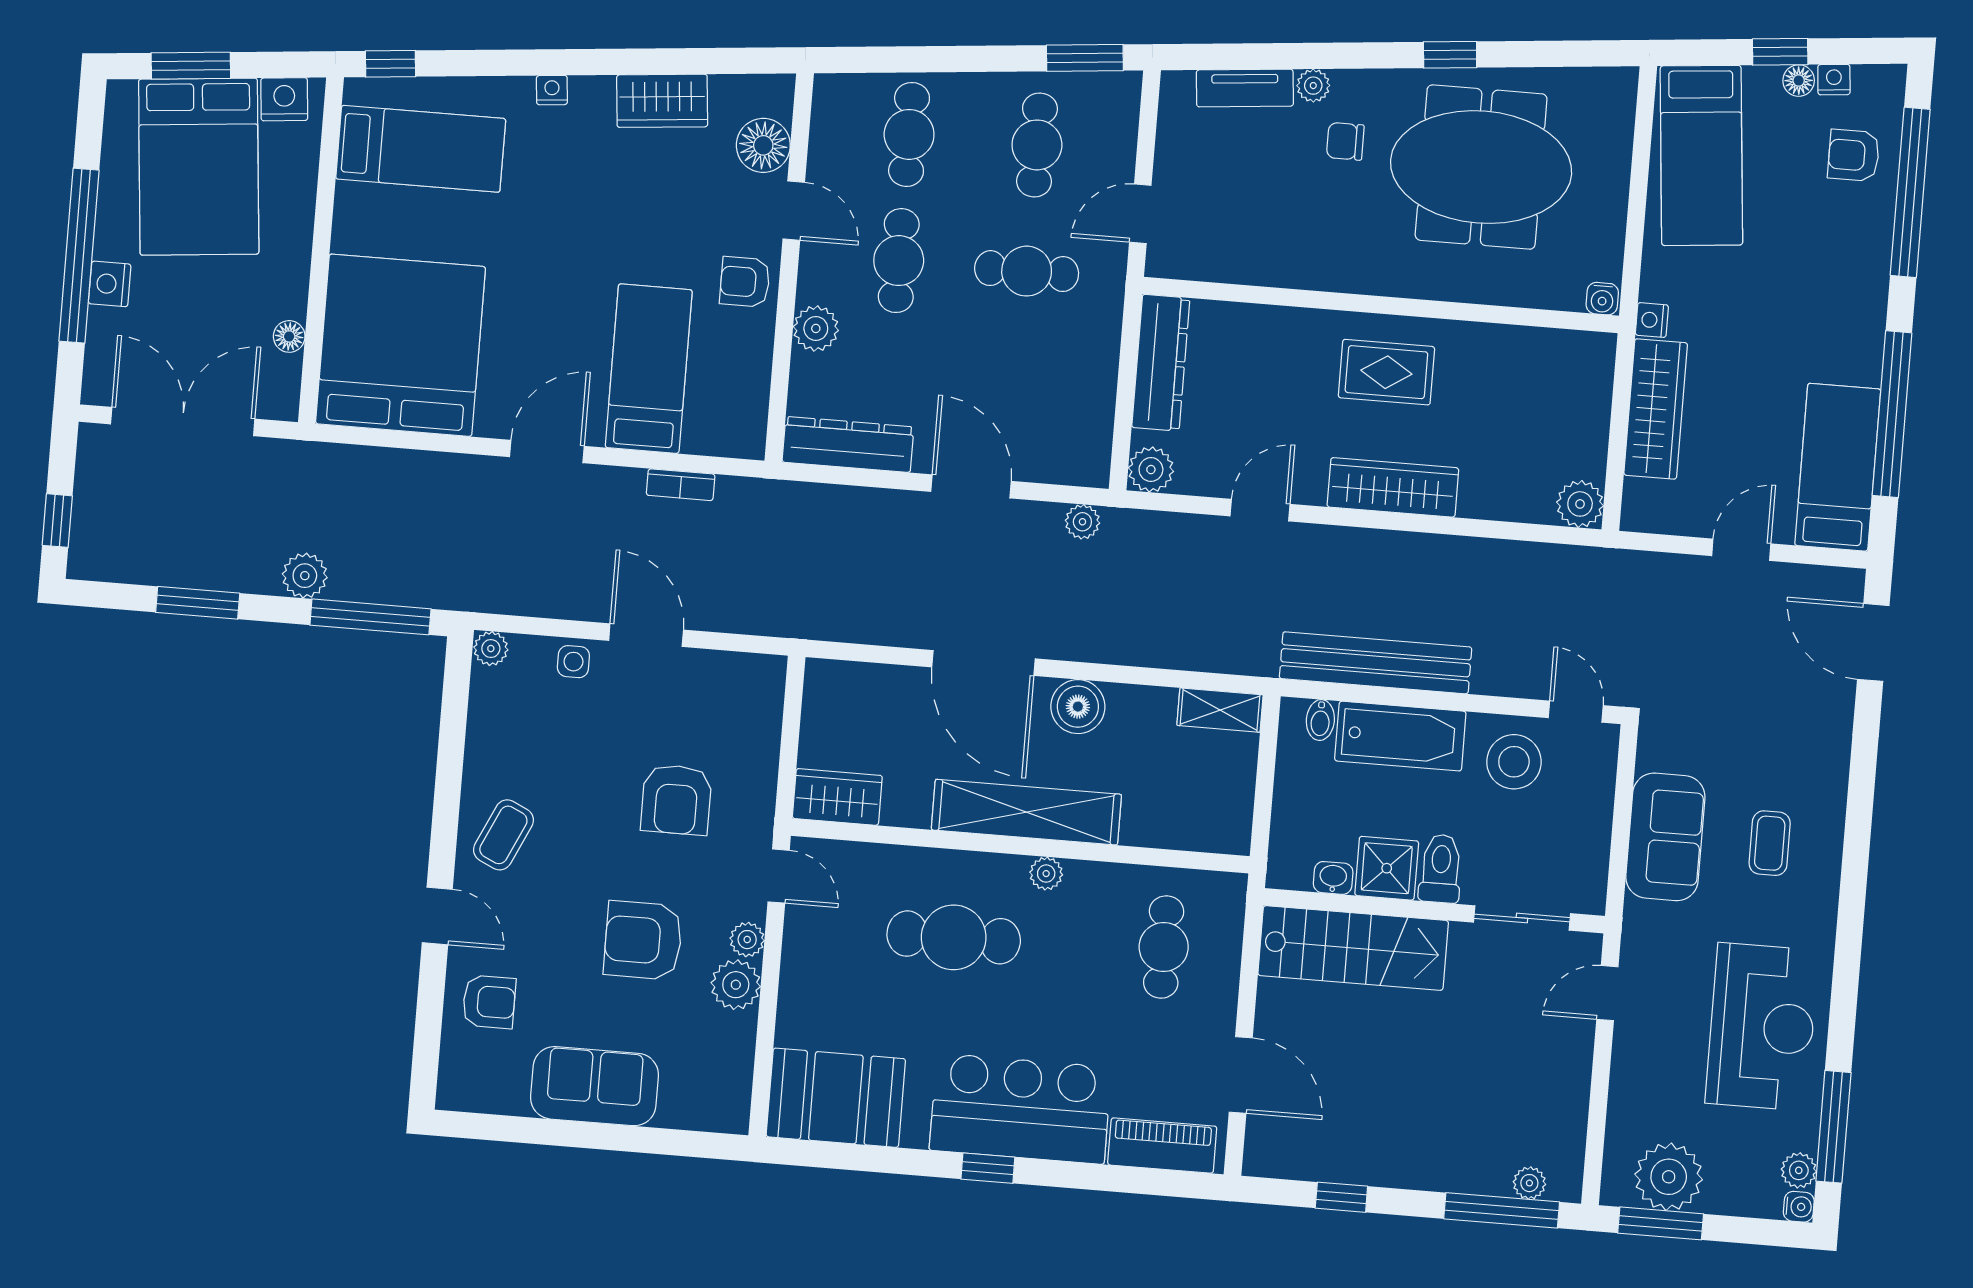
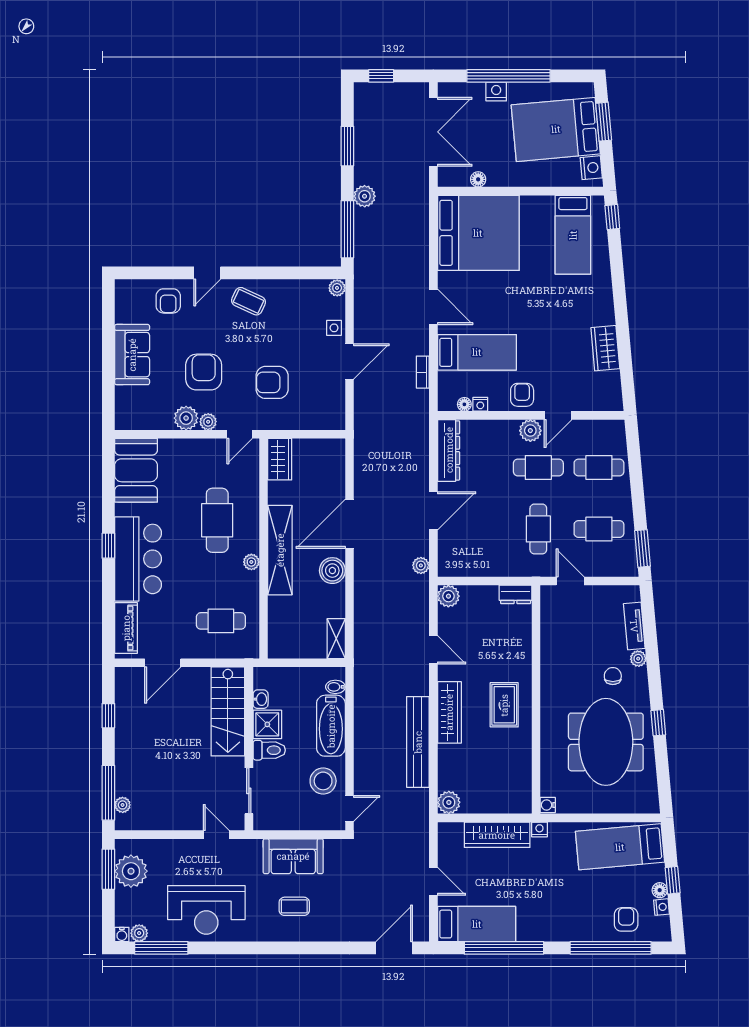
nightstand: (552, 90) -> (480, 404), moved, turned 95
floor lamp: (763, 145) -> (464, 404), moved, width x0.53, depth x0.53
plant: (816, 328) -> (530, 431), moved
dresser: (1161, 363) -> (516, 594), width x0.51, depth x0.80
bench: (1376, 663) -> (418, 742), moved

